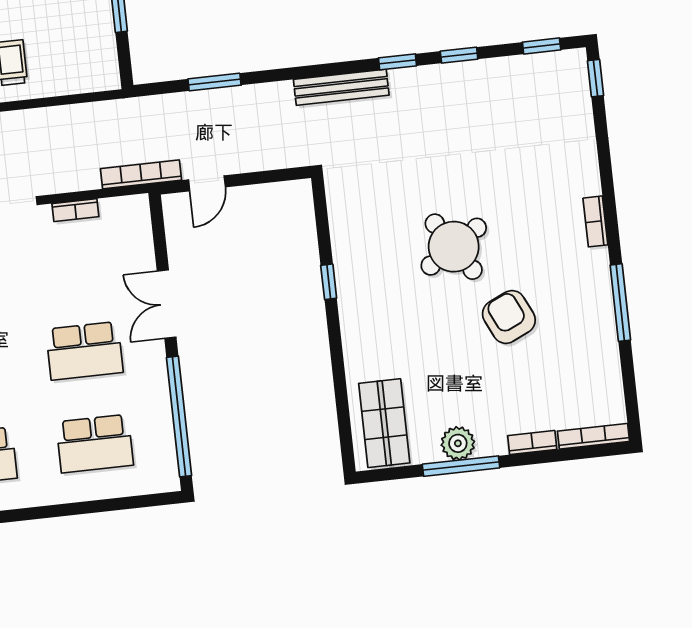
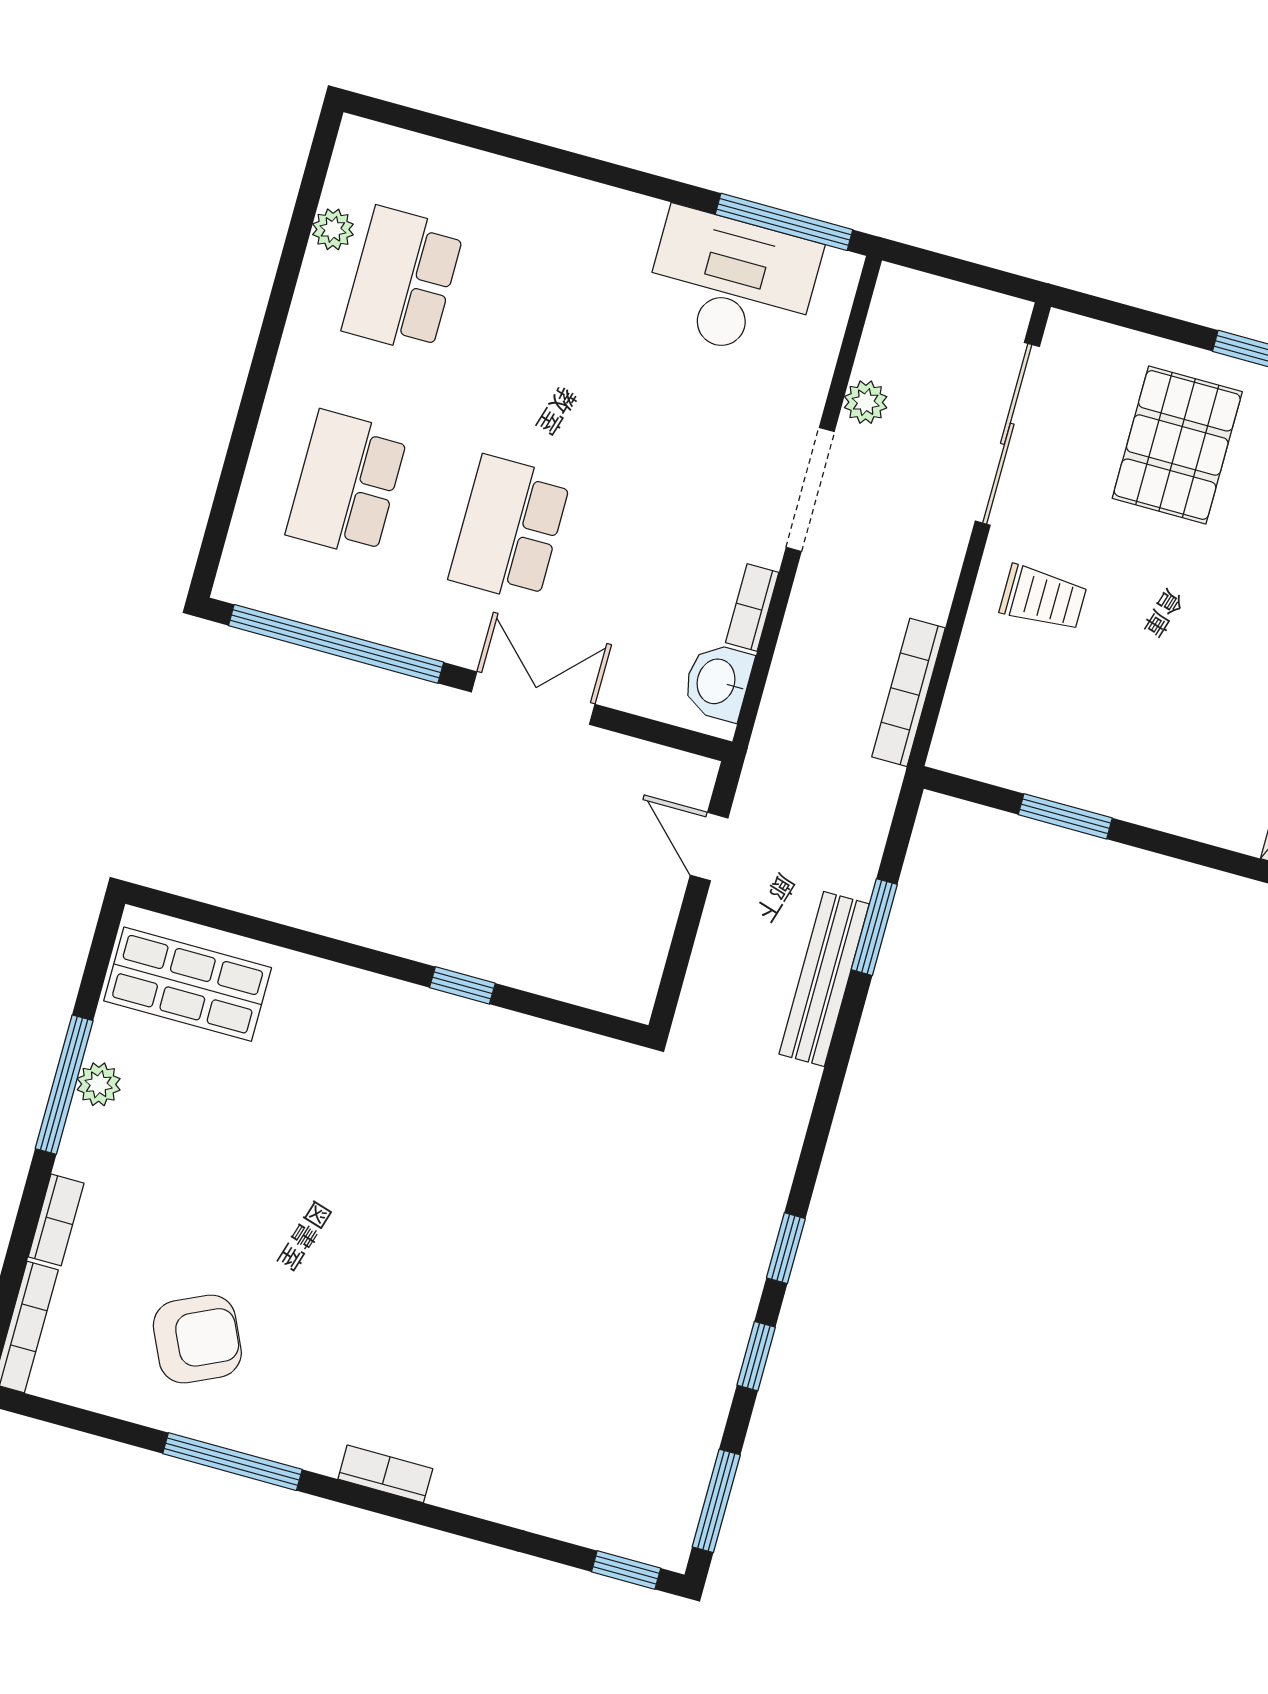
window: (542, 46) -> (716, 1501), width x1.50
bench: (341, 87) -> (824, 979), moved
bookcase: (141, 174) -> (908, 692), moved, turned 180
washbasin: (121, 213) -> (718, 682), added
round table: (454, 247) -> (438, 1219), removed
armchair: (509, 317) -> (197, 1339), moved
plant: (458, 443) -> (99, 1084), width x0.73, depth x0.73

